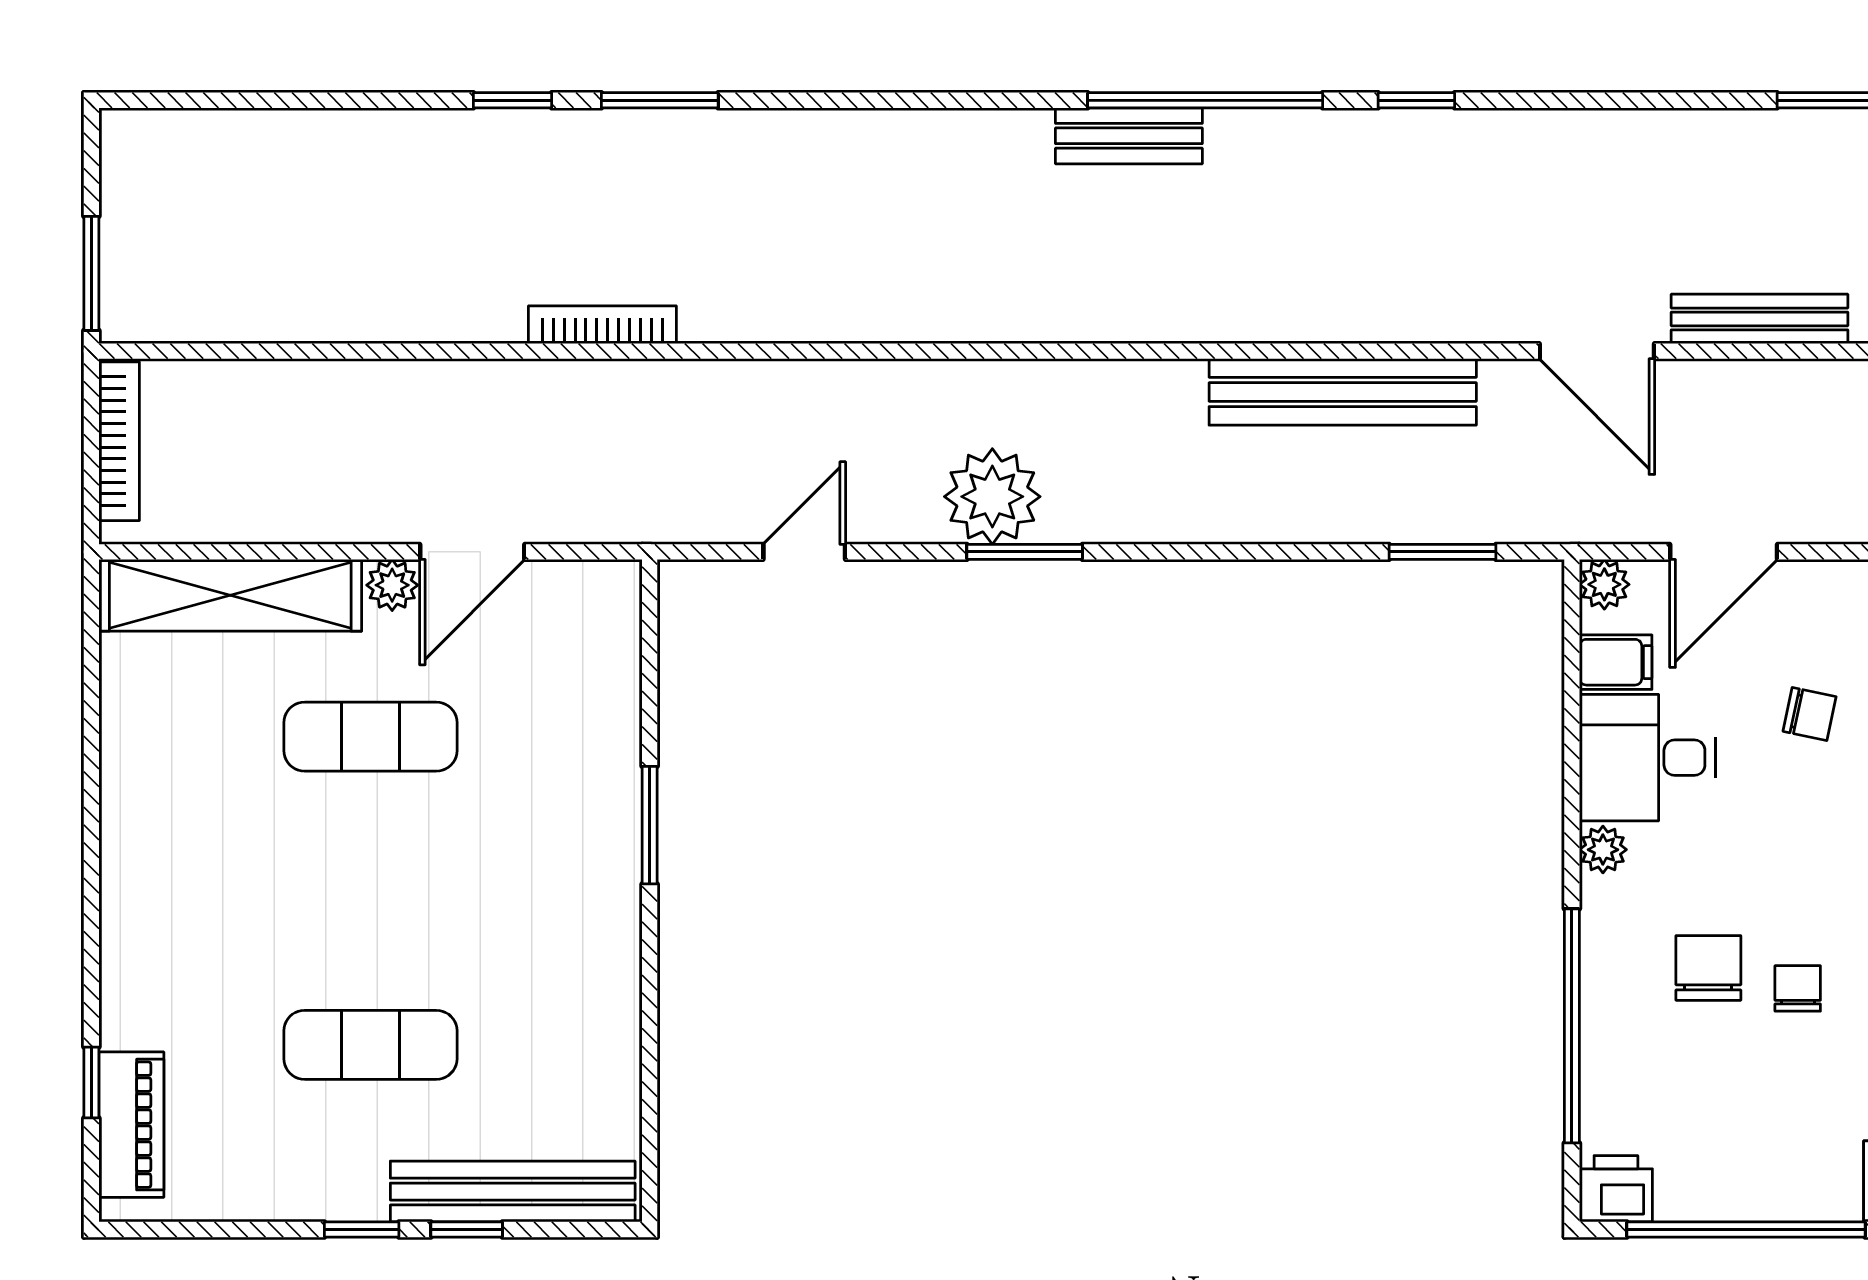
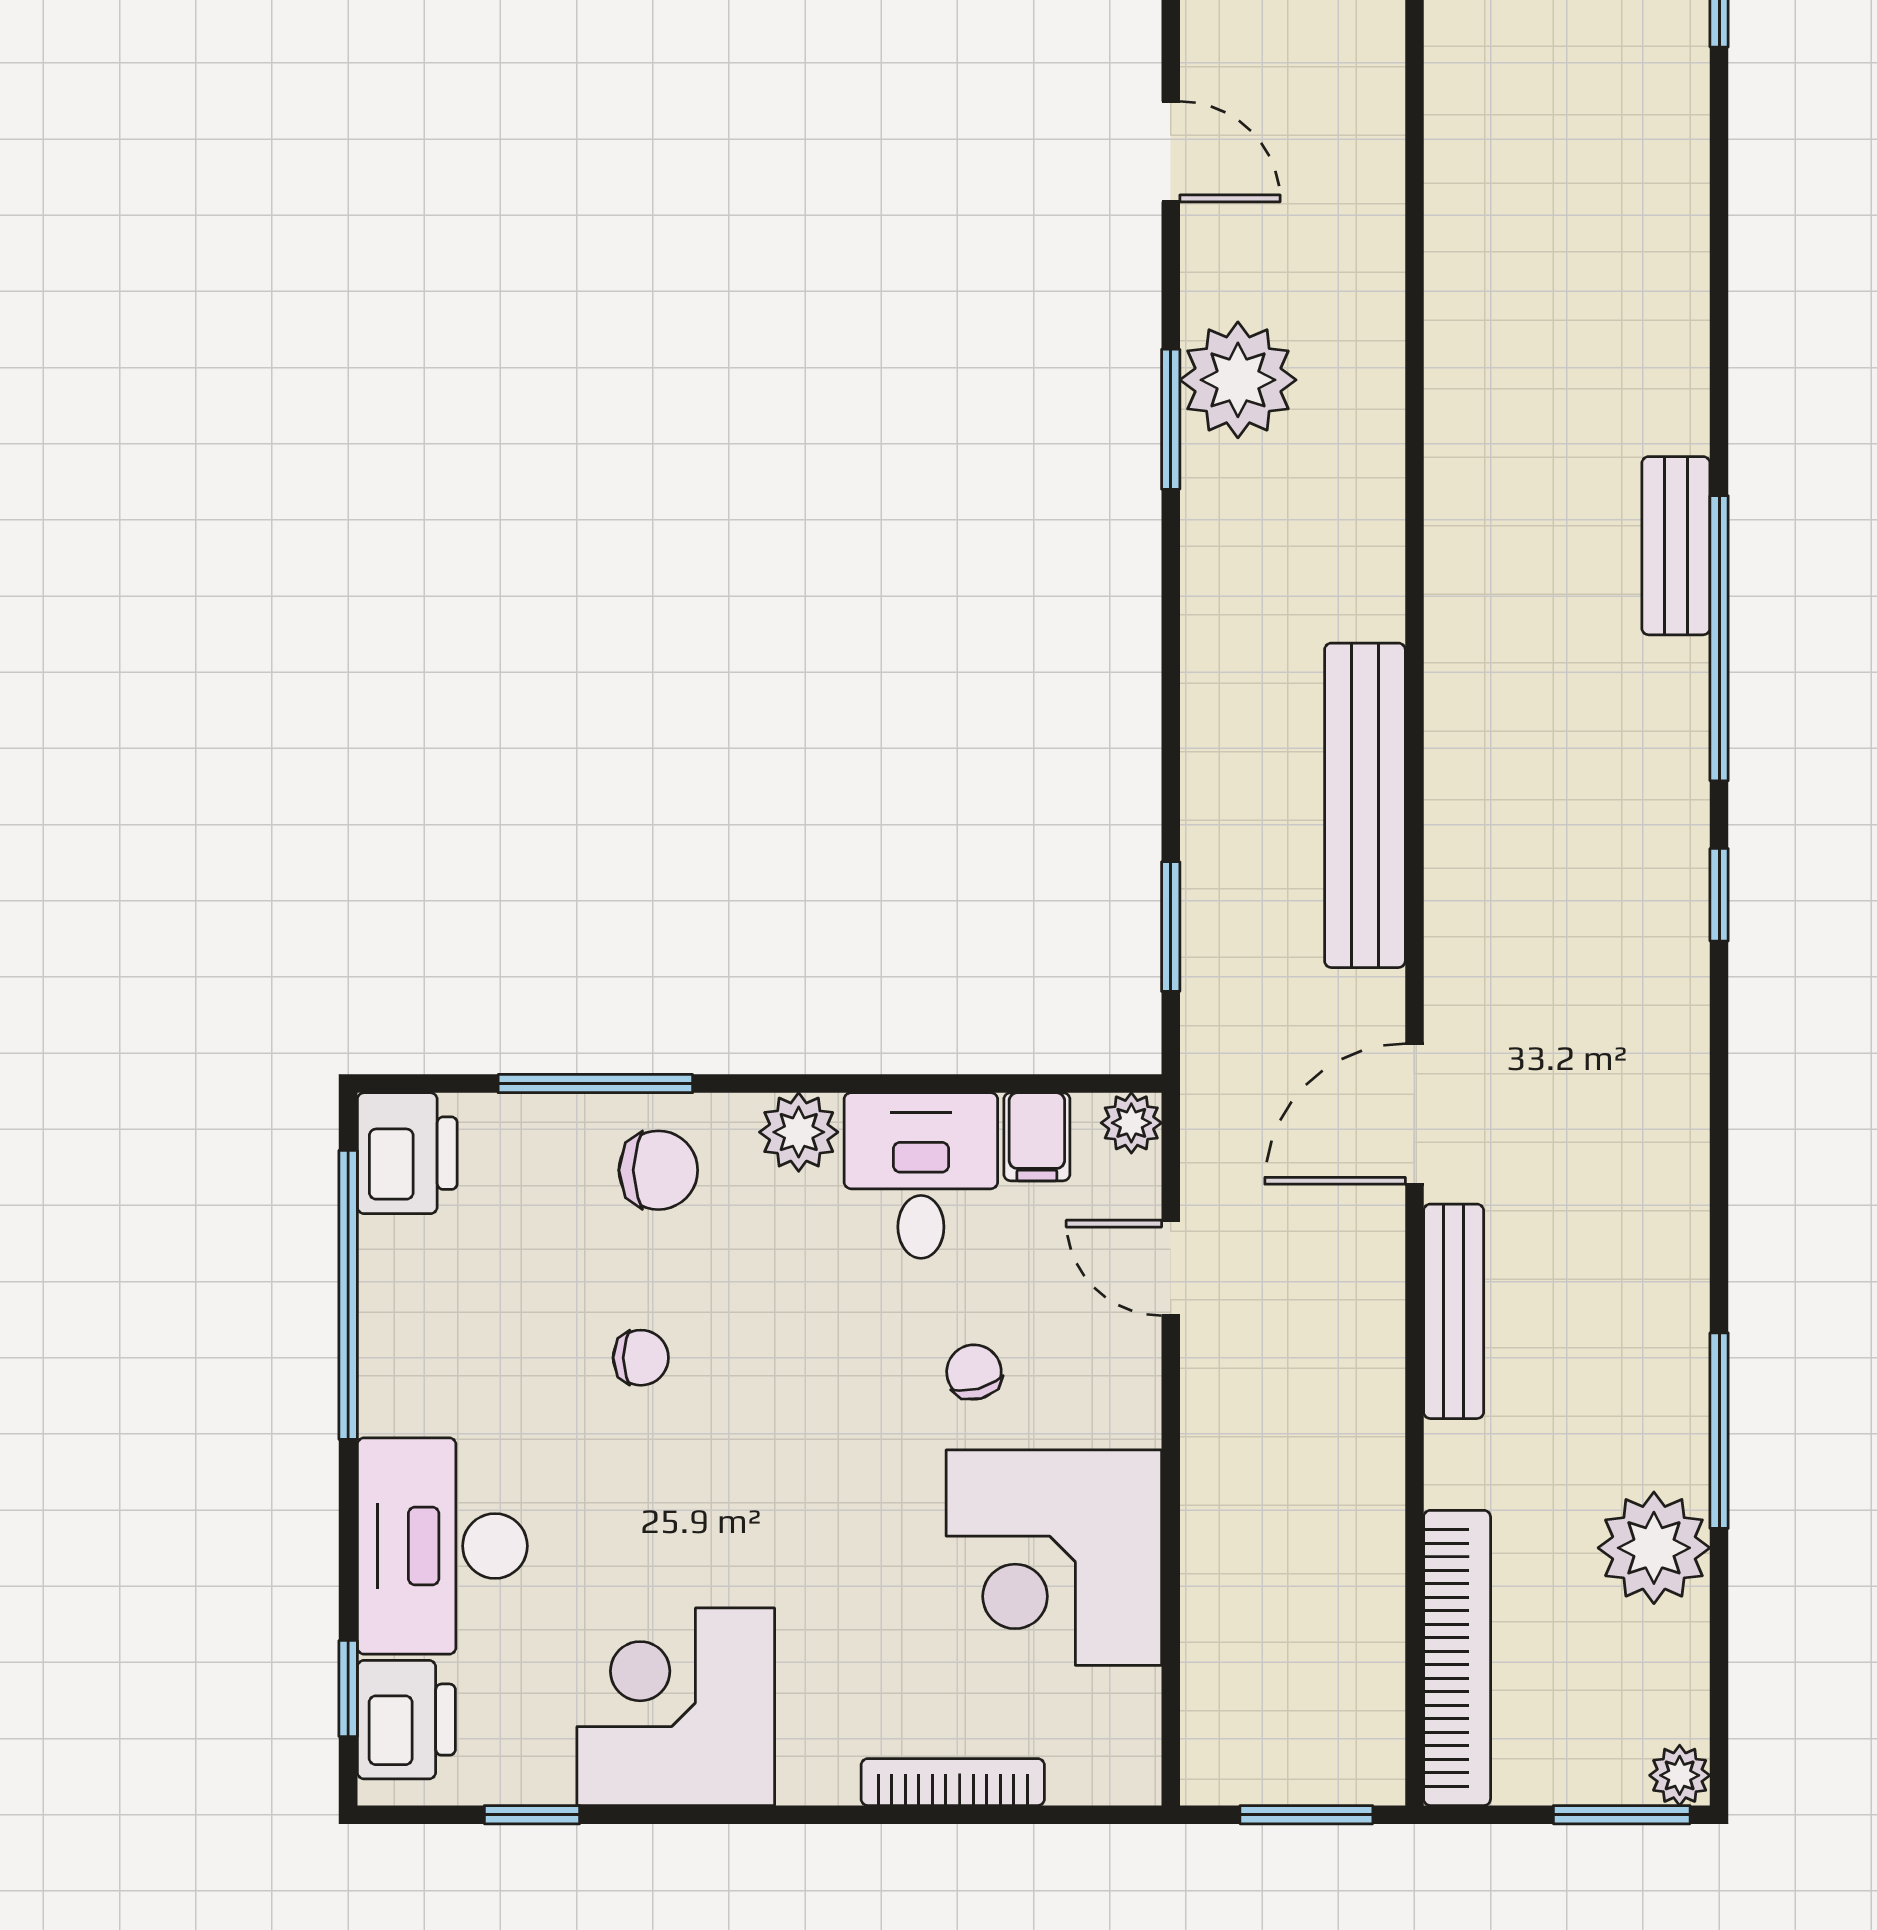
door: (1724, 552) -> (1171, 1268), width x0.73
chair: (1810, 714) -> (974, 1372), turned 153
plant: (1603, 850) -> (799, 1132), width x1.38, depth x1.38
chair: (1708, 968) -> (658, 1170), moved
window: (1572, 1026) -> (595, 1084), width x0.68
printer: (1616, 1189) -> (407, 1153), width x1.36, depth x1.24

